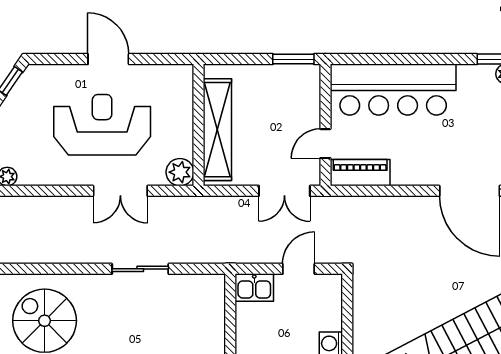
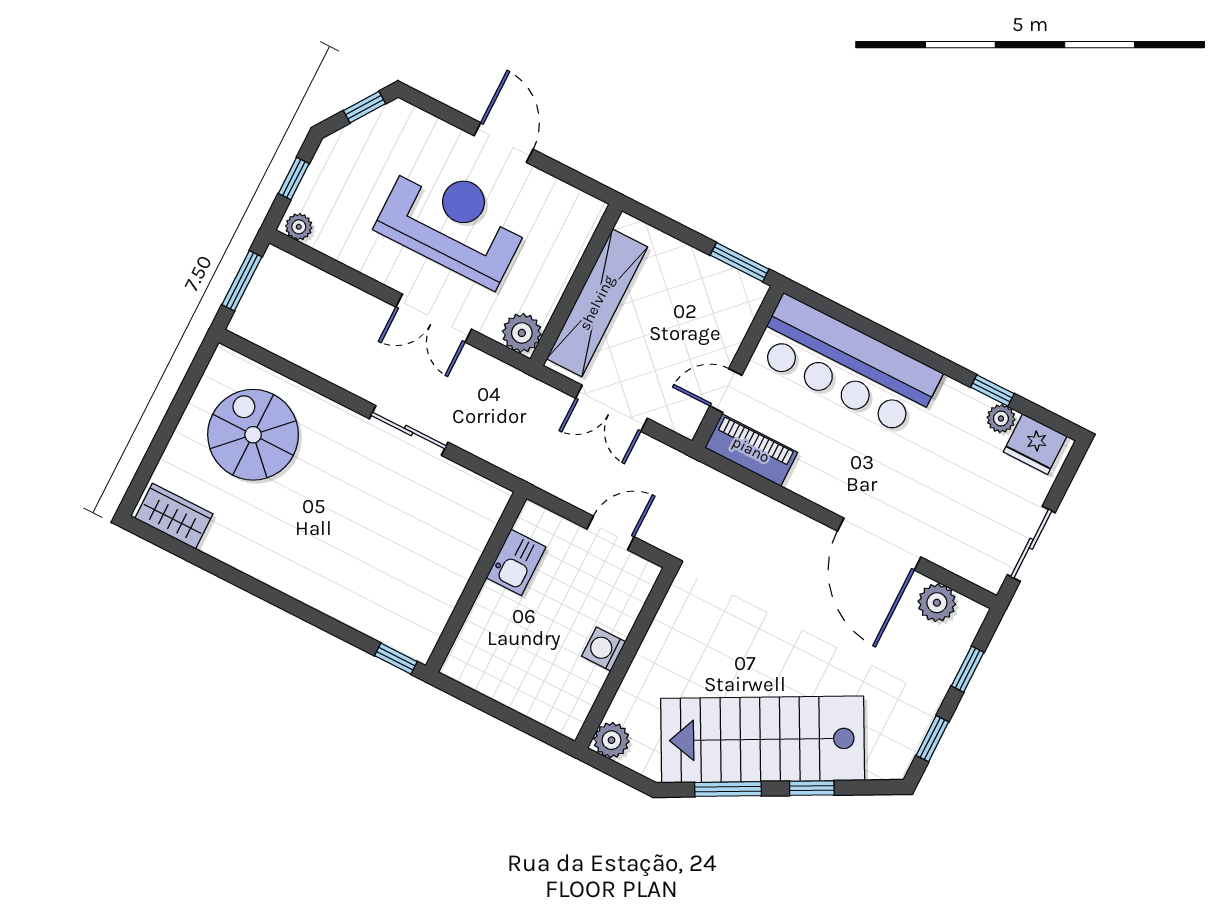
double door: (284, 191) -> (611, 408), moved
kitchen sink: (254, 288) -> (516, 562), moved, turned -90

